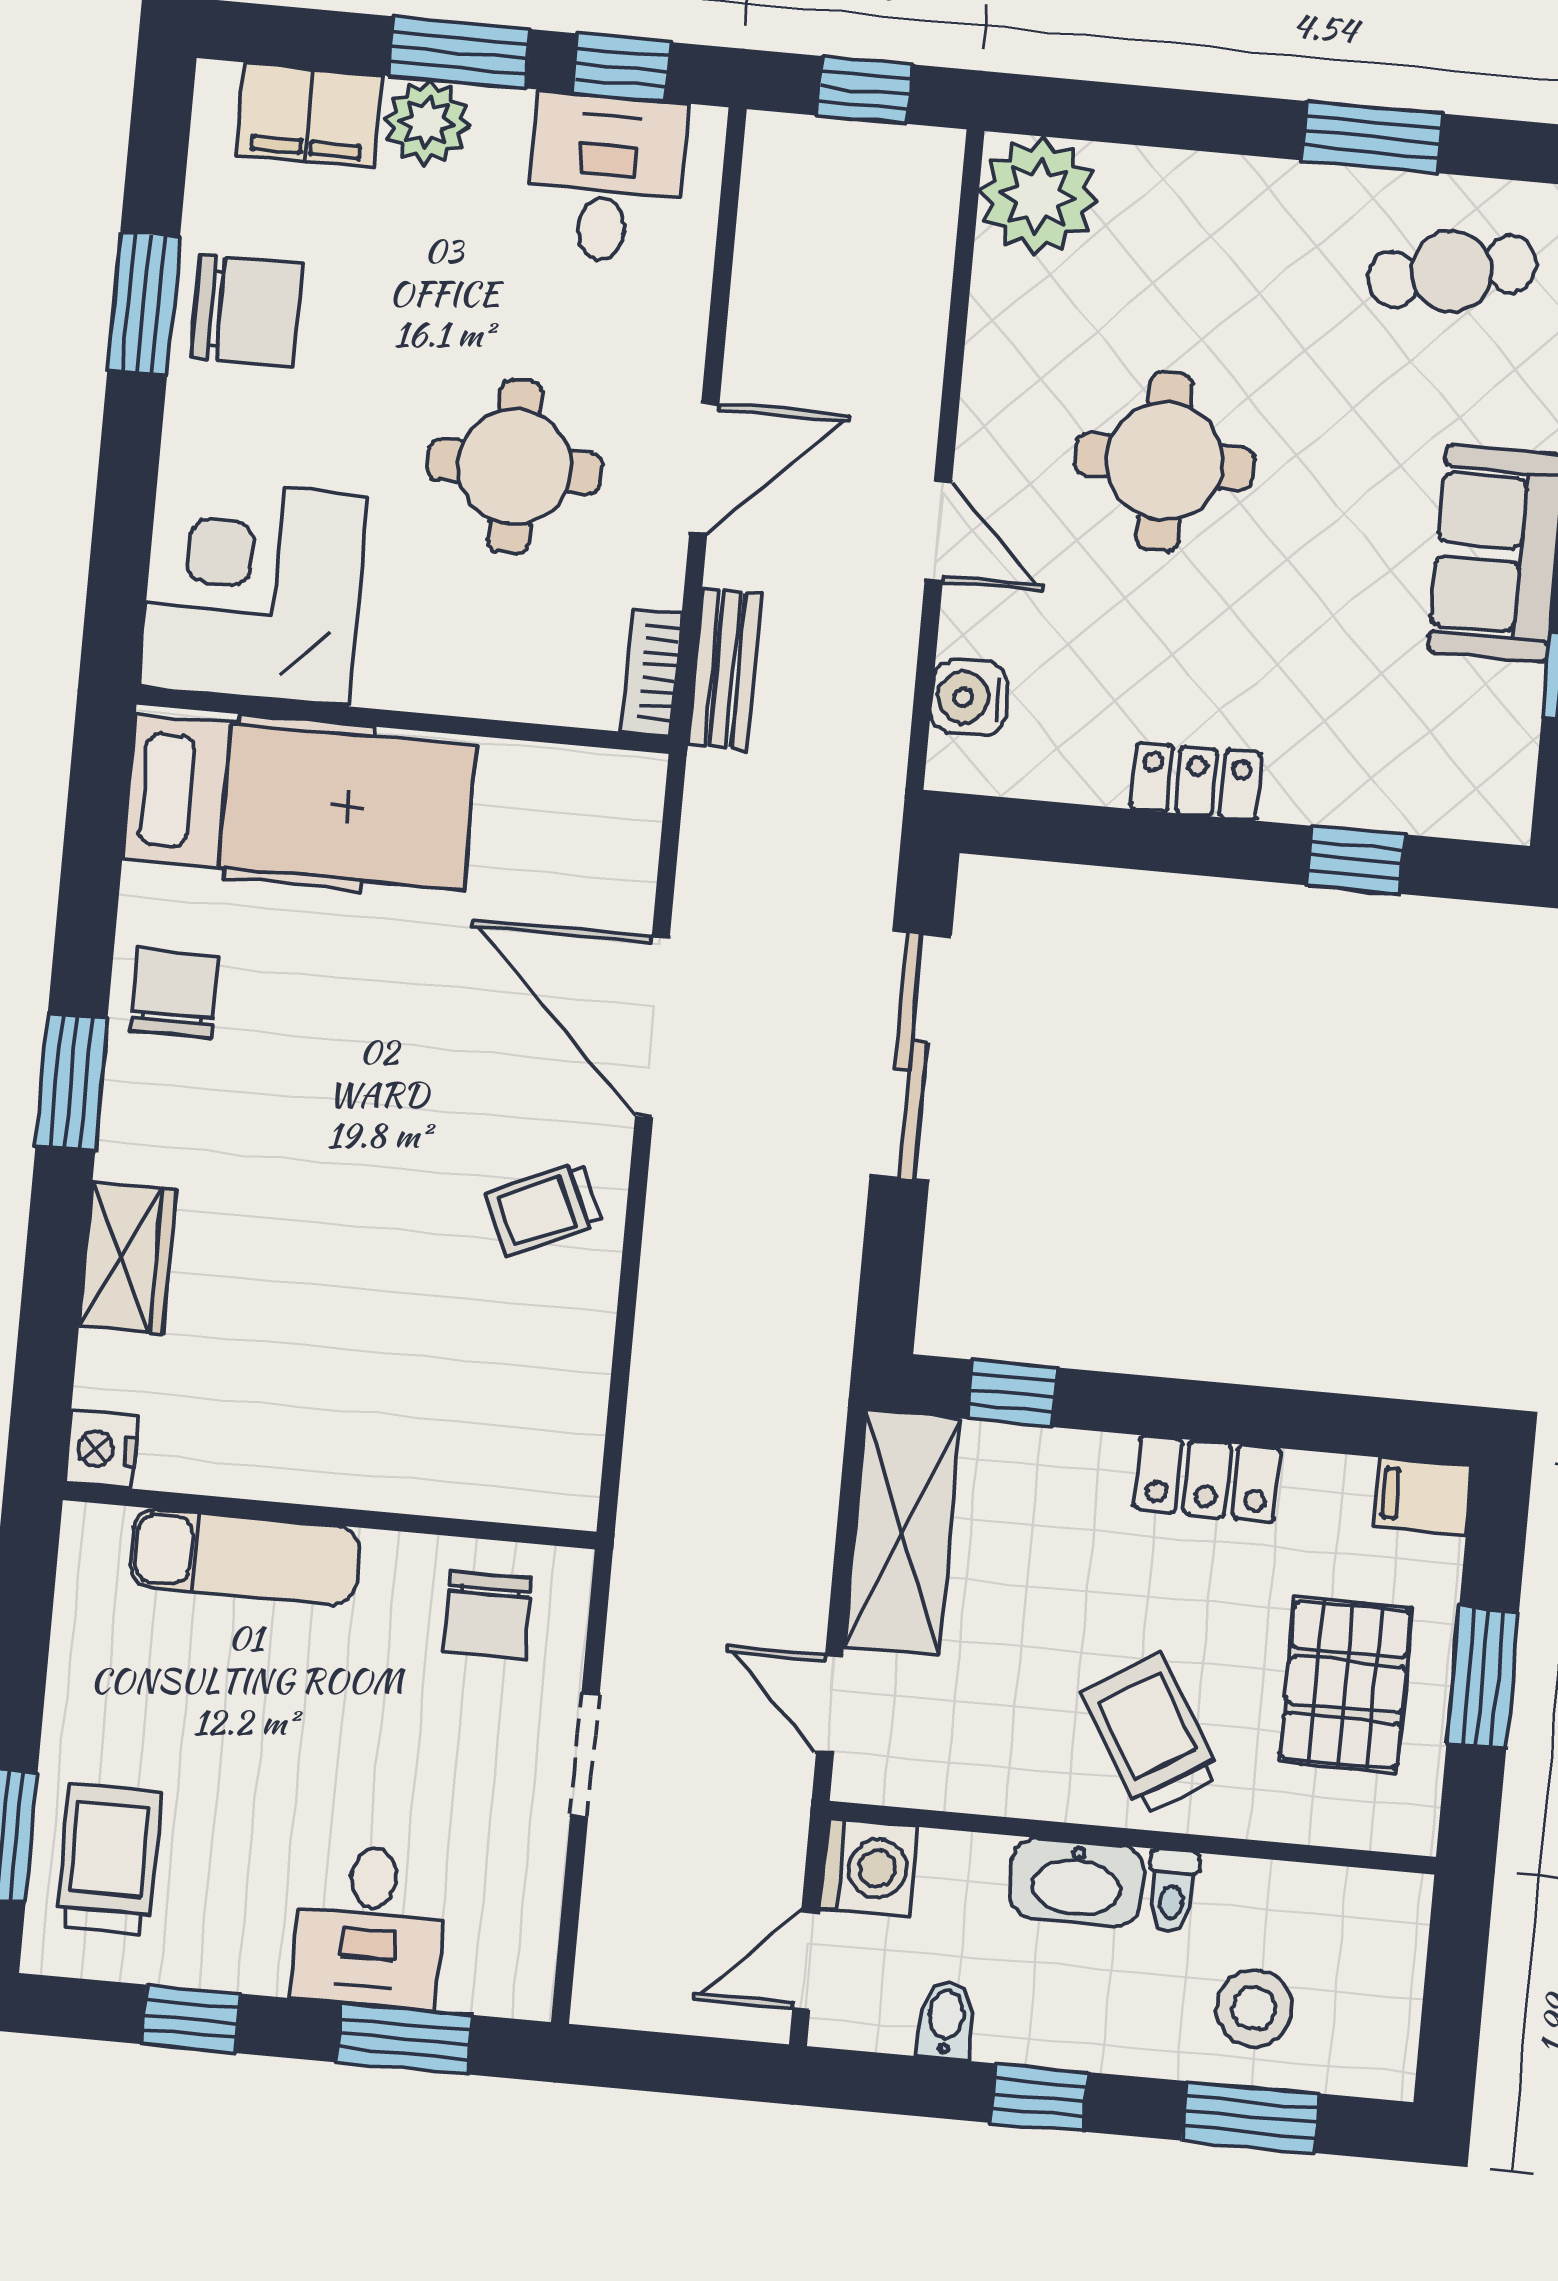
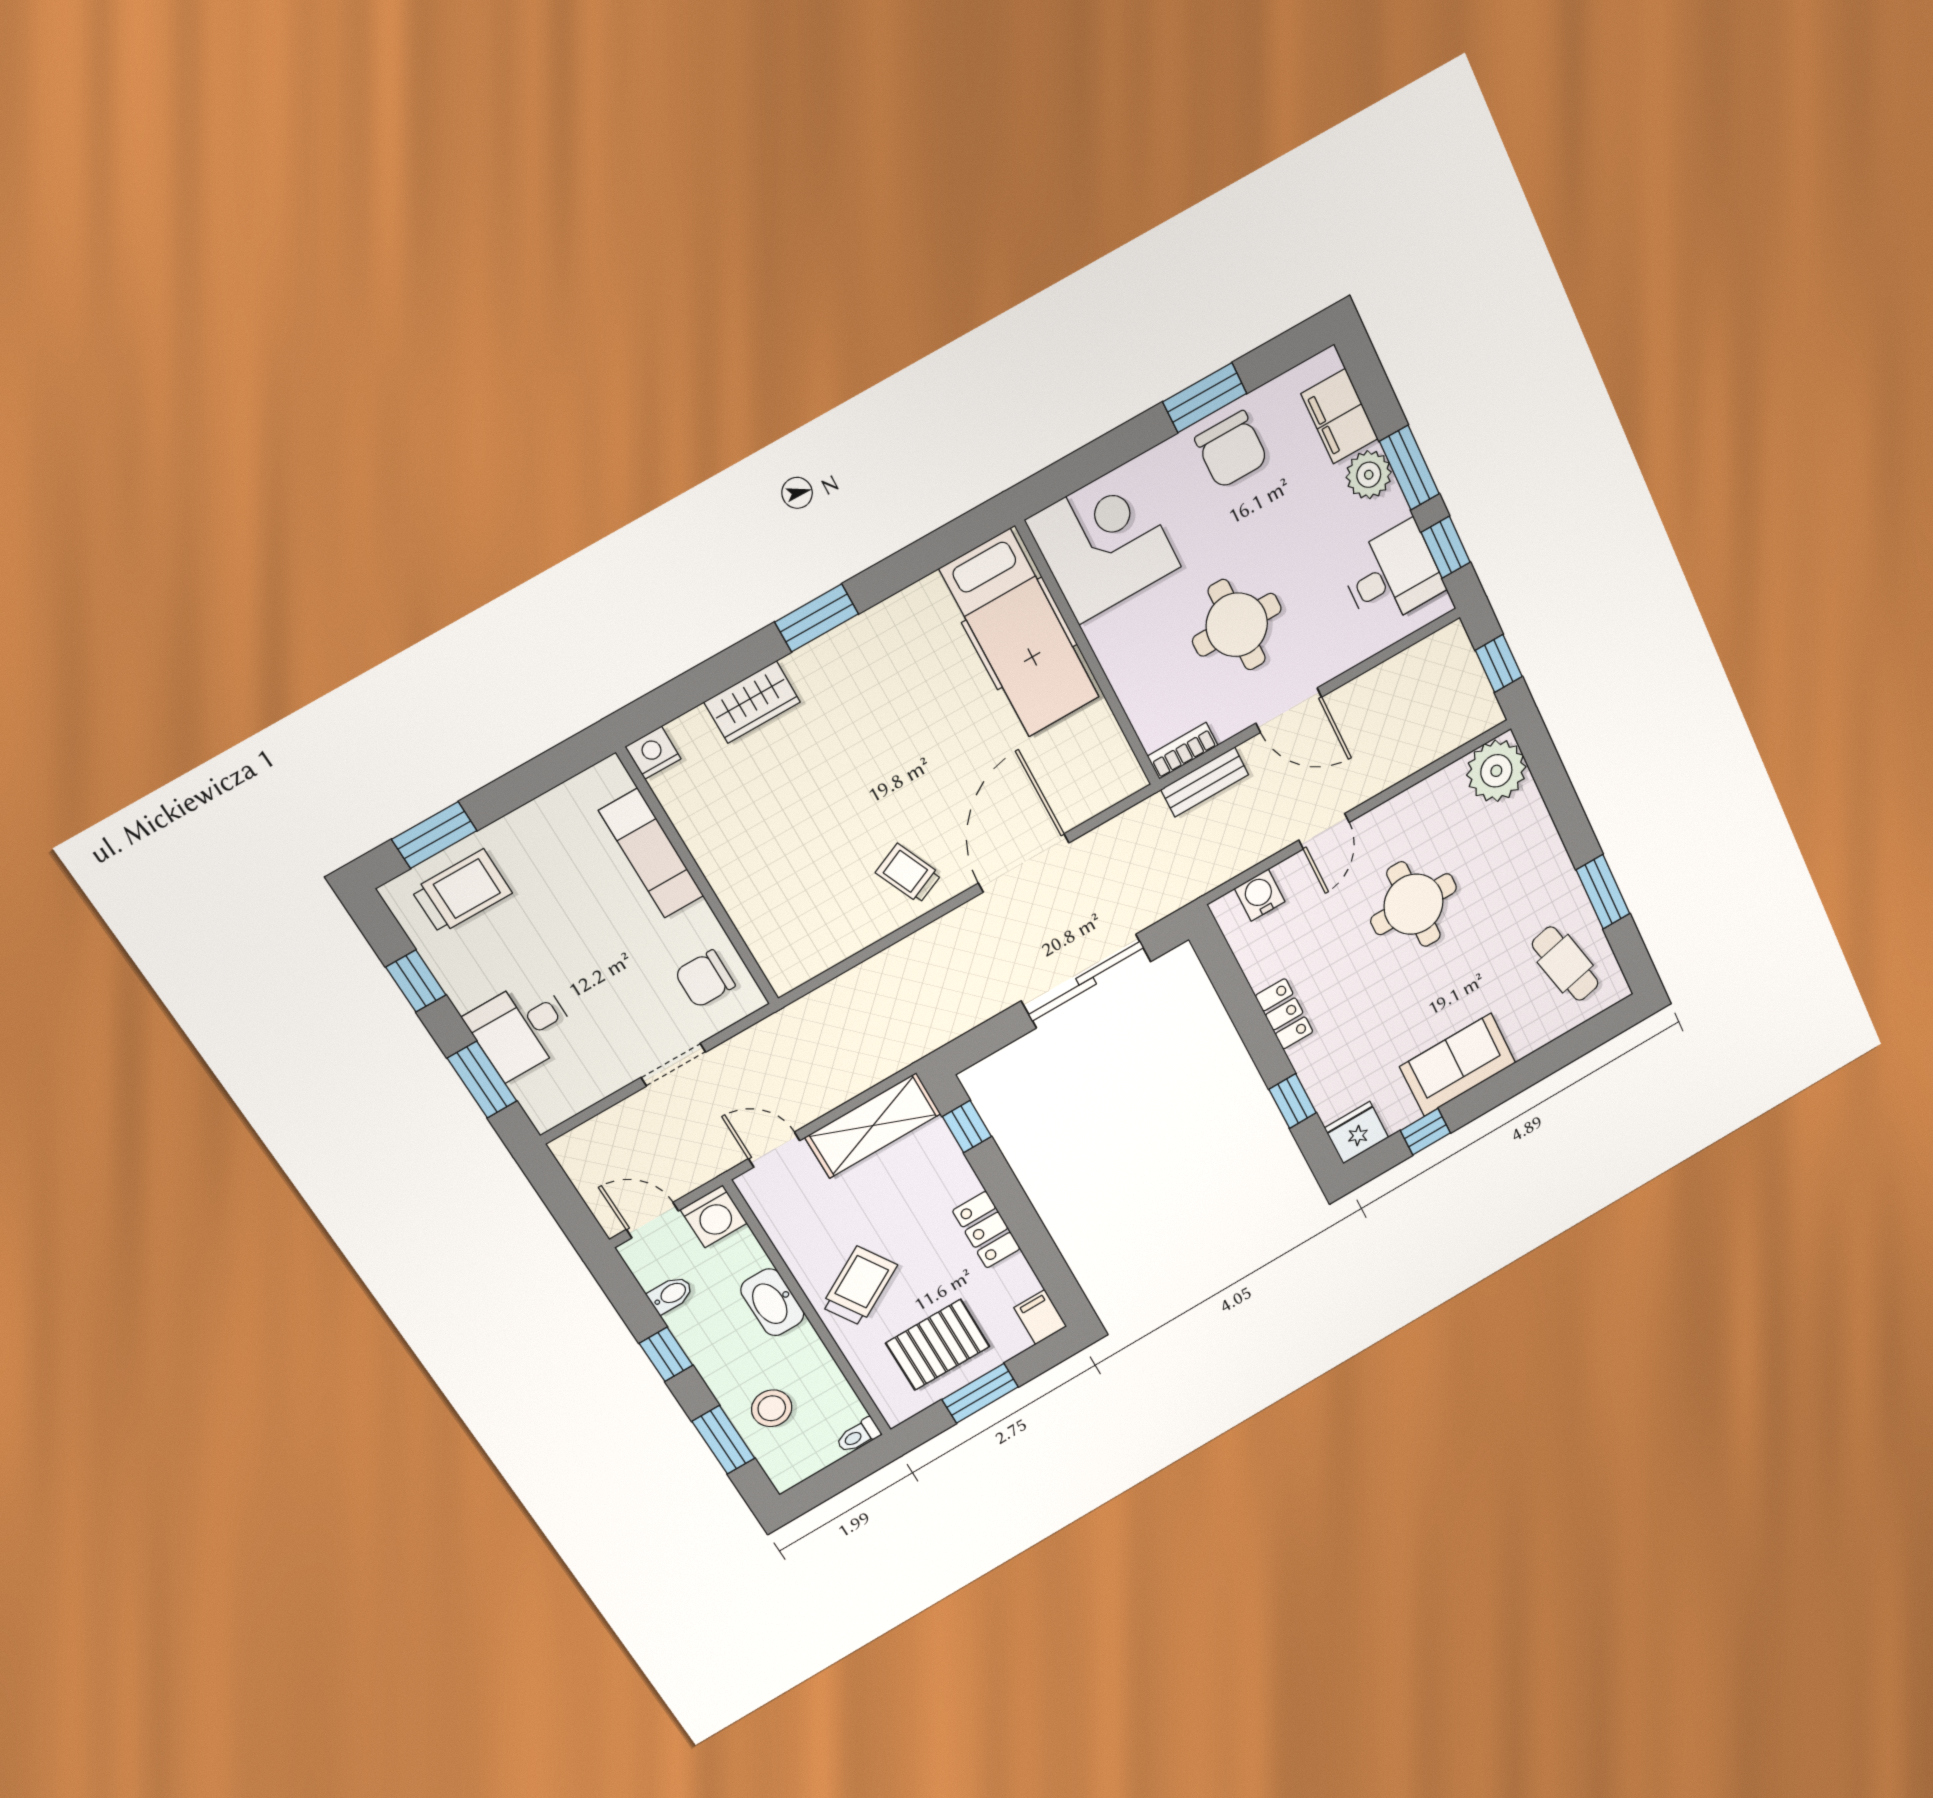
fridge: (1491, 791) -> (1356, 1133), added
chair: (174, 993) -> (892, 637), removed
door: (830, 1704) -> (774, 1150), hinge flipped
toilet: (1172, 1891) -> (858, 1436), moved

